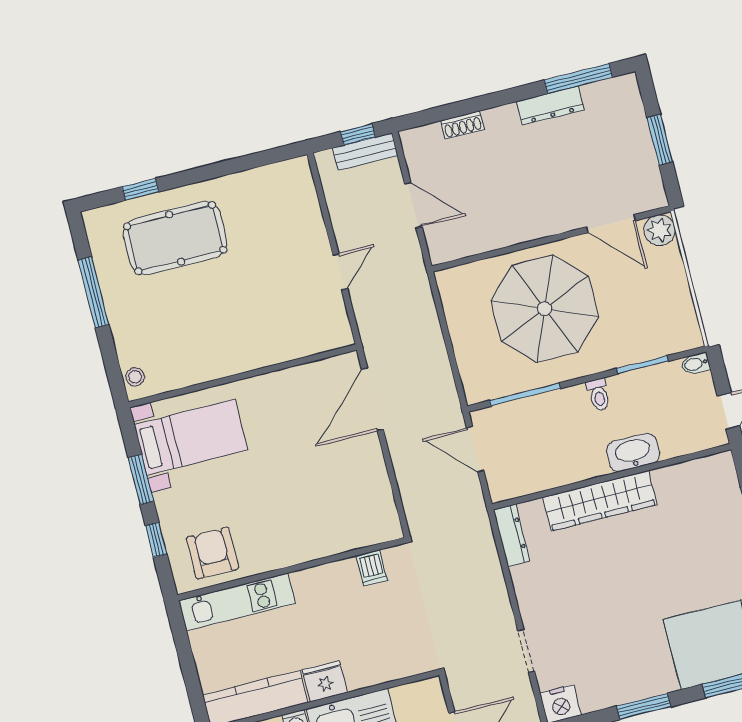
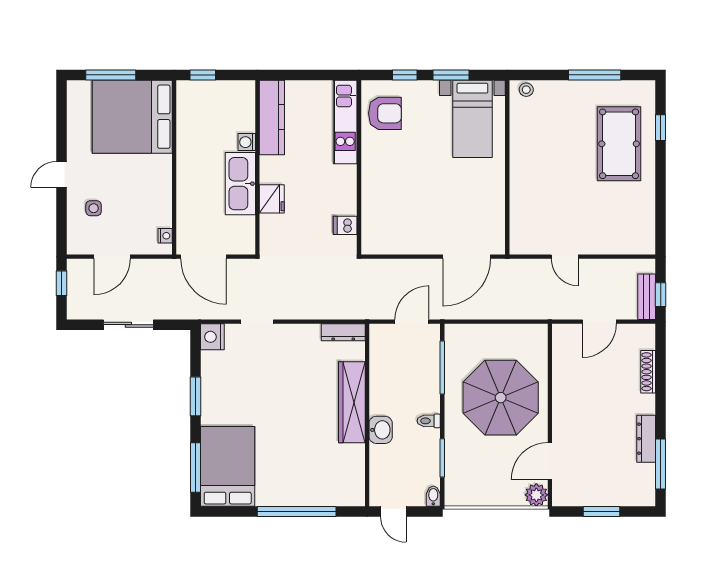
shoe rack: (462, 125) -> (648, 372), width x1.43
door: (372, 399) -> (467, 257), swing flipped
washbasin: (633, 452) -> (381, 430), width x0.72
fridge: (325, 681) -> (272, 199), moved

